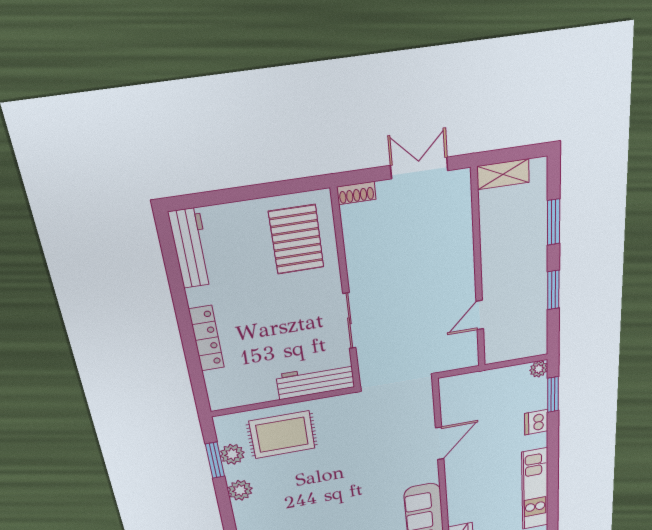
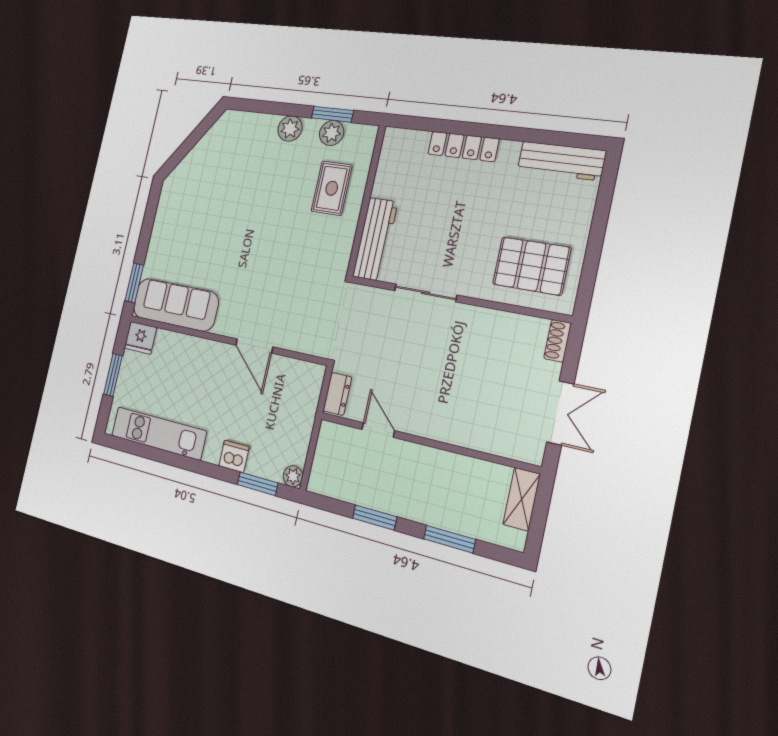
dresser: (459, 360) -> (337, 394), added
rug: (282, 435) -> (332, 188), width x0.73, depth x0.70

